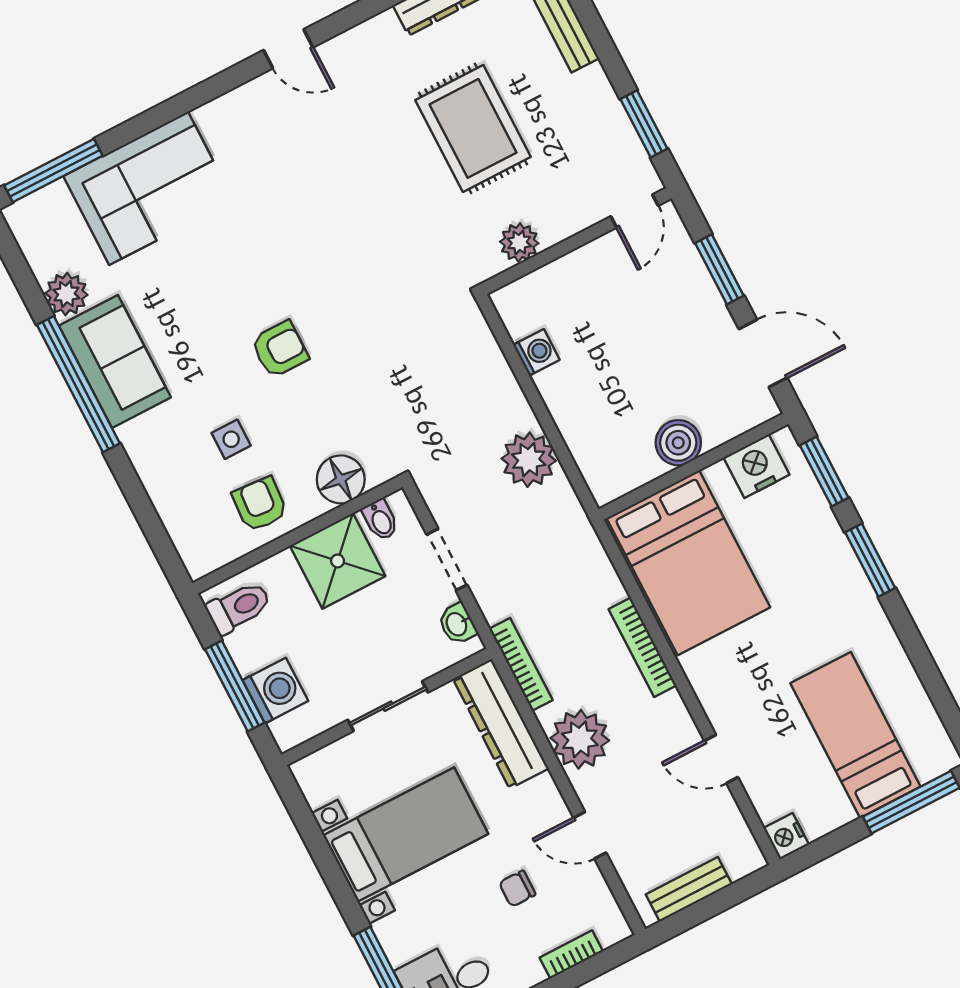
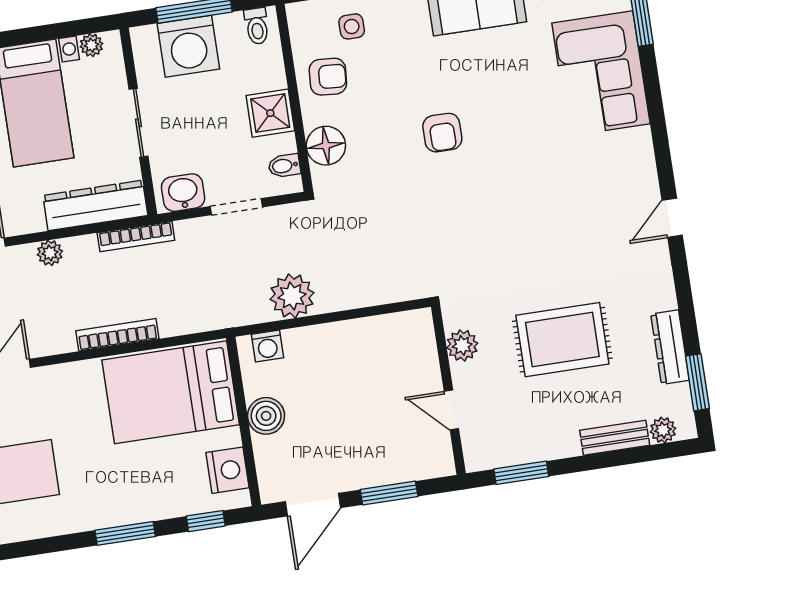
door: (634, 211) -> (451, 410), moved
washing machine: (536, 352) -> (267, 346), moved
side table: (231, 439) -> (352, 26), moved
window: (824, 471) -> (206, 521), width x0.67
shower: (338, 561) -> (270, 113), width x0.73, depth x0.73
toilet: (239, 607) -> (257, 26), width x0.73, depth x0.72
washbasin: (457, 624) -> (183, 193), width x1.38, depth x1.45
washing machine: (275, 691) -> (188, 46), width x1.37, depth x1.37
plant: (580, 739) -> (50, 253), width x0.53, depth x0.53
plant: (316, 791) -> (91, 45), added

